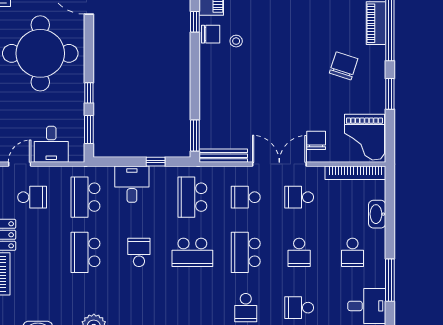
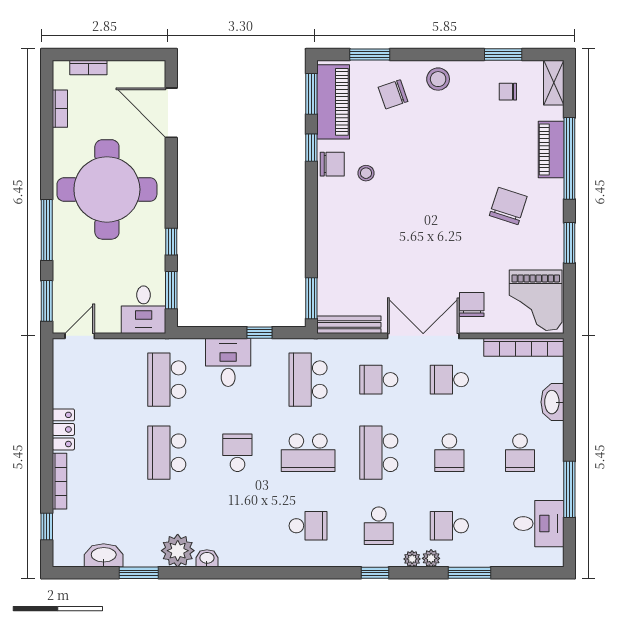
desk: (51, 144) -> (144, 310), moved
school desk: (32, 197) -> (308, 526), moved

